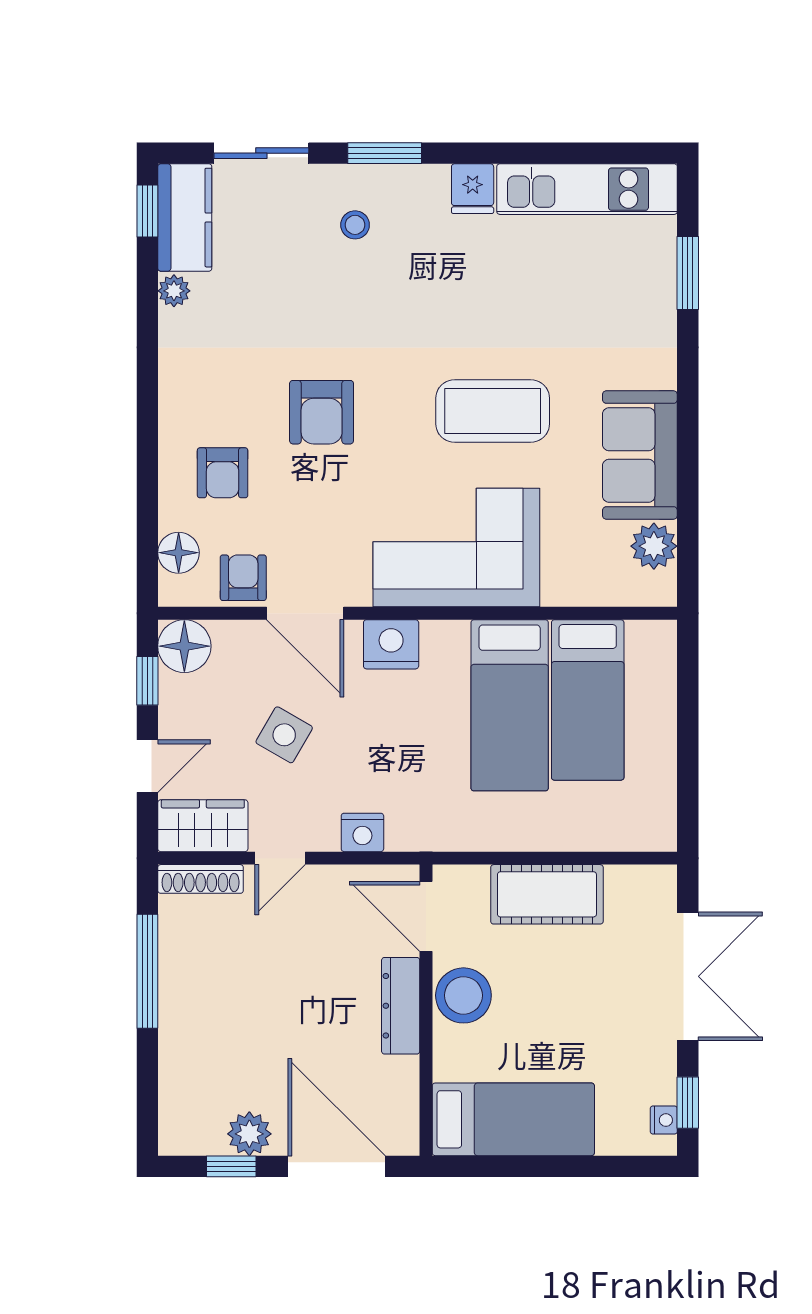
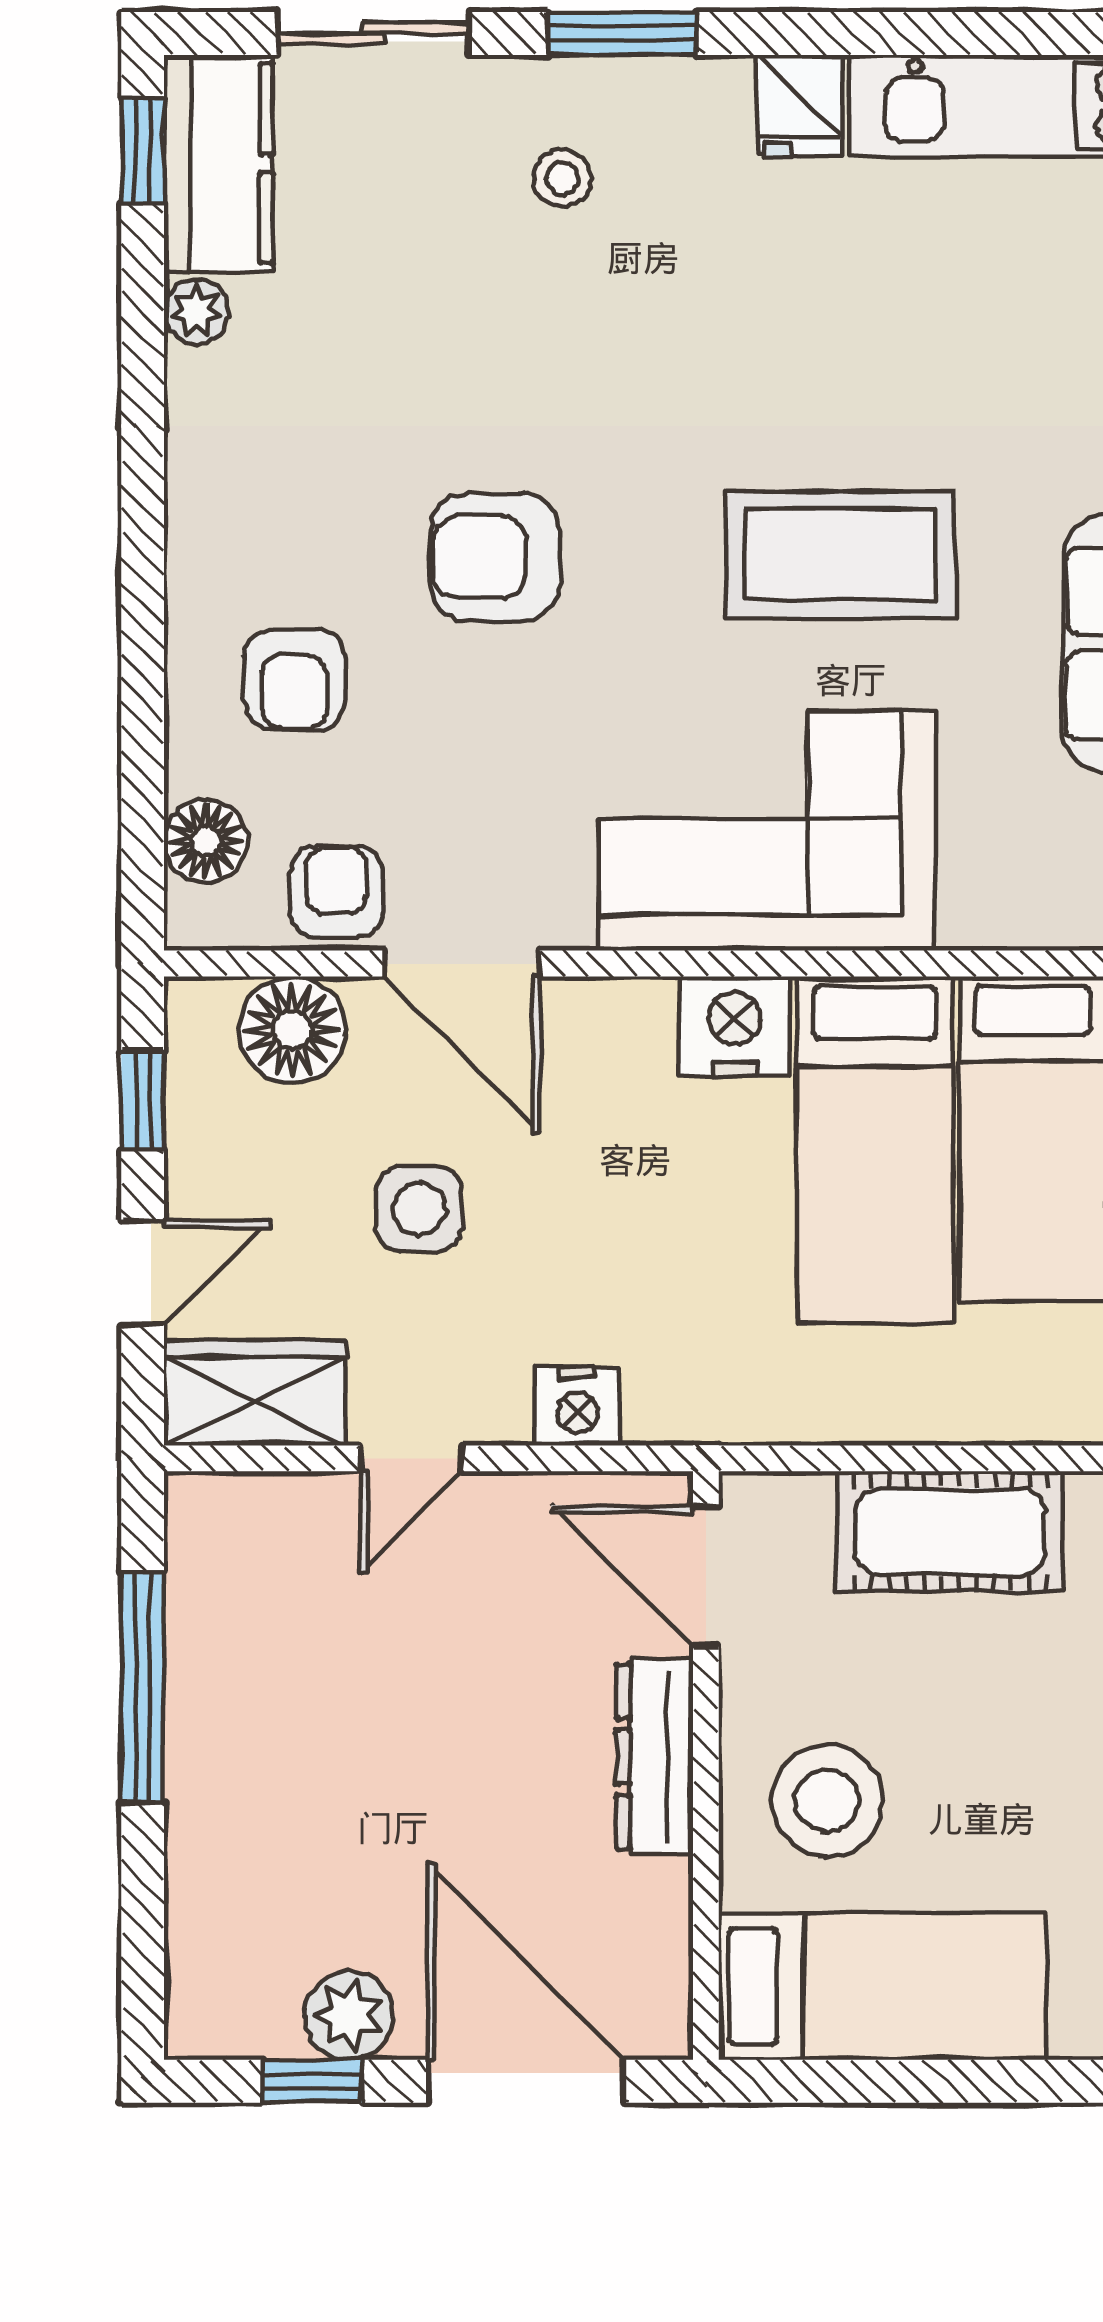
armchair: (322, 412) -> (495, 557), turned 90
nightstand: (391, 644) -> (735, 1026), moved
floor lamp: (184, 646) -> (292, 1030), moved
side table: (284, 735) -> (419, 1209), turned -30
shoe rack: (201, 879) -> (250, 1501), removed
stool: (463, 995) -> (827, 1801), moved

